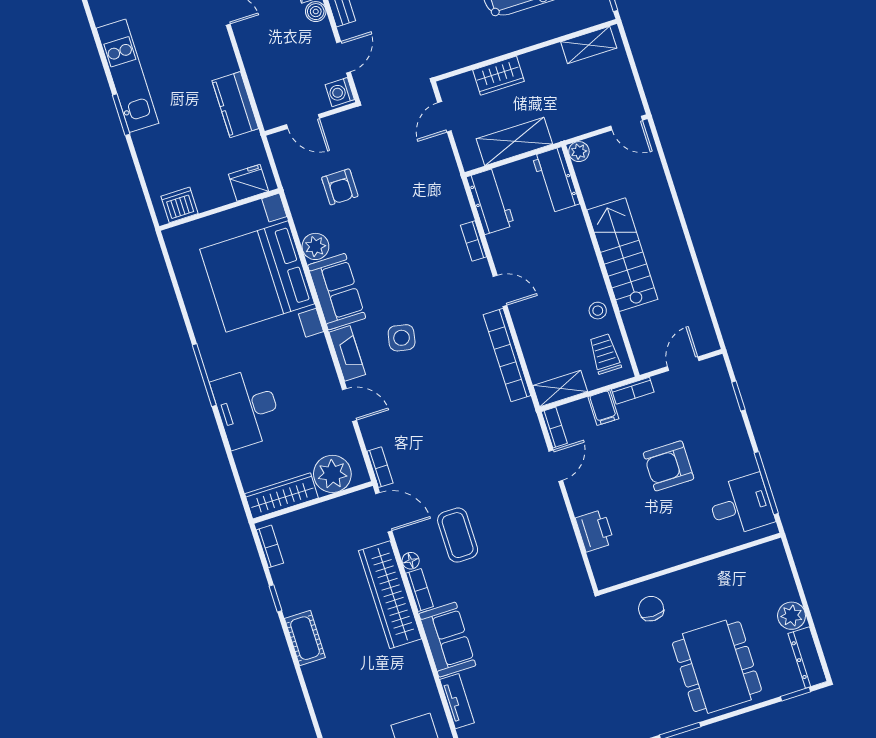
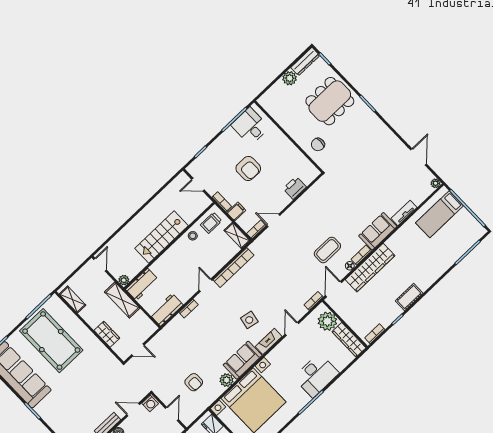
shelving: (514, 141) -> (122, 300), moved
armchair: (340, 187) -> (194, 382), turned 90

